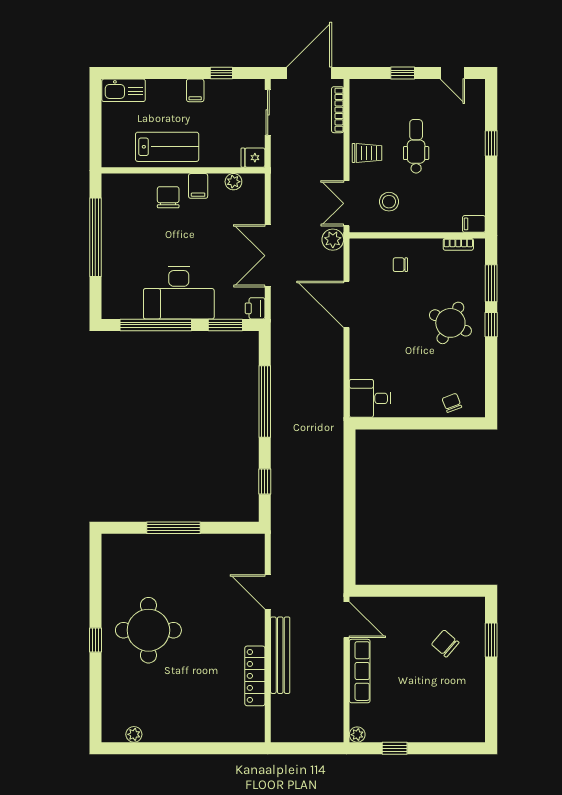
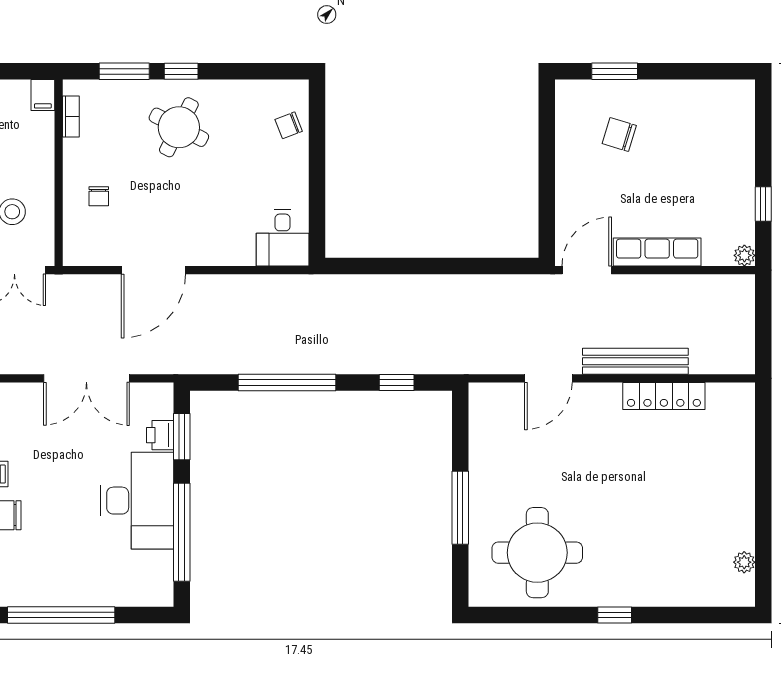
plant: (333, 240) -> (64, 289), removed
printer: (255, 308) -> (160, 435), moved, turned 90
round table: (148, 630) -> (537, 553), moved
chair: (445, 643) -> (619, 135), turned 66

